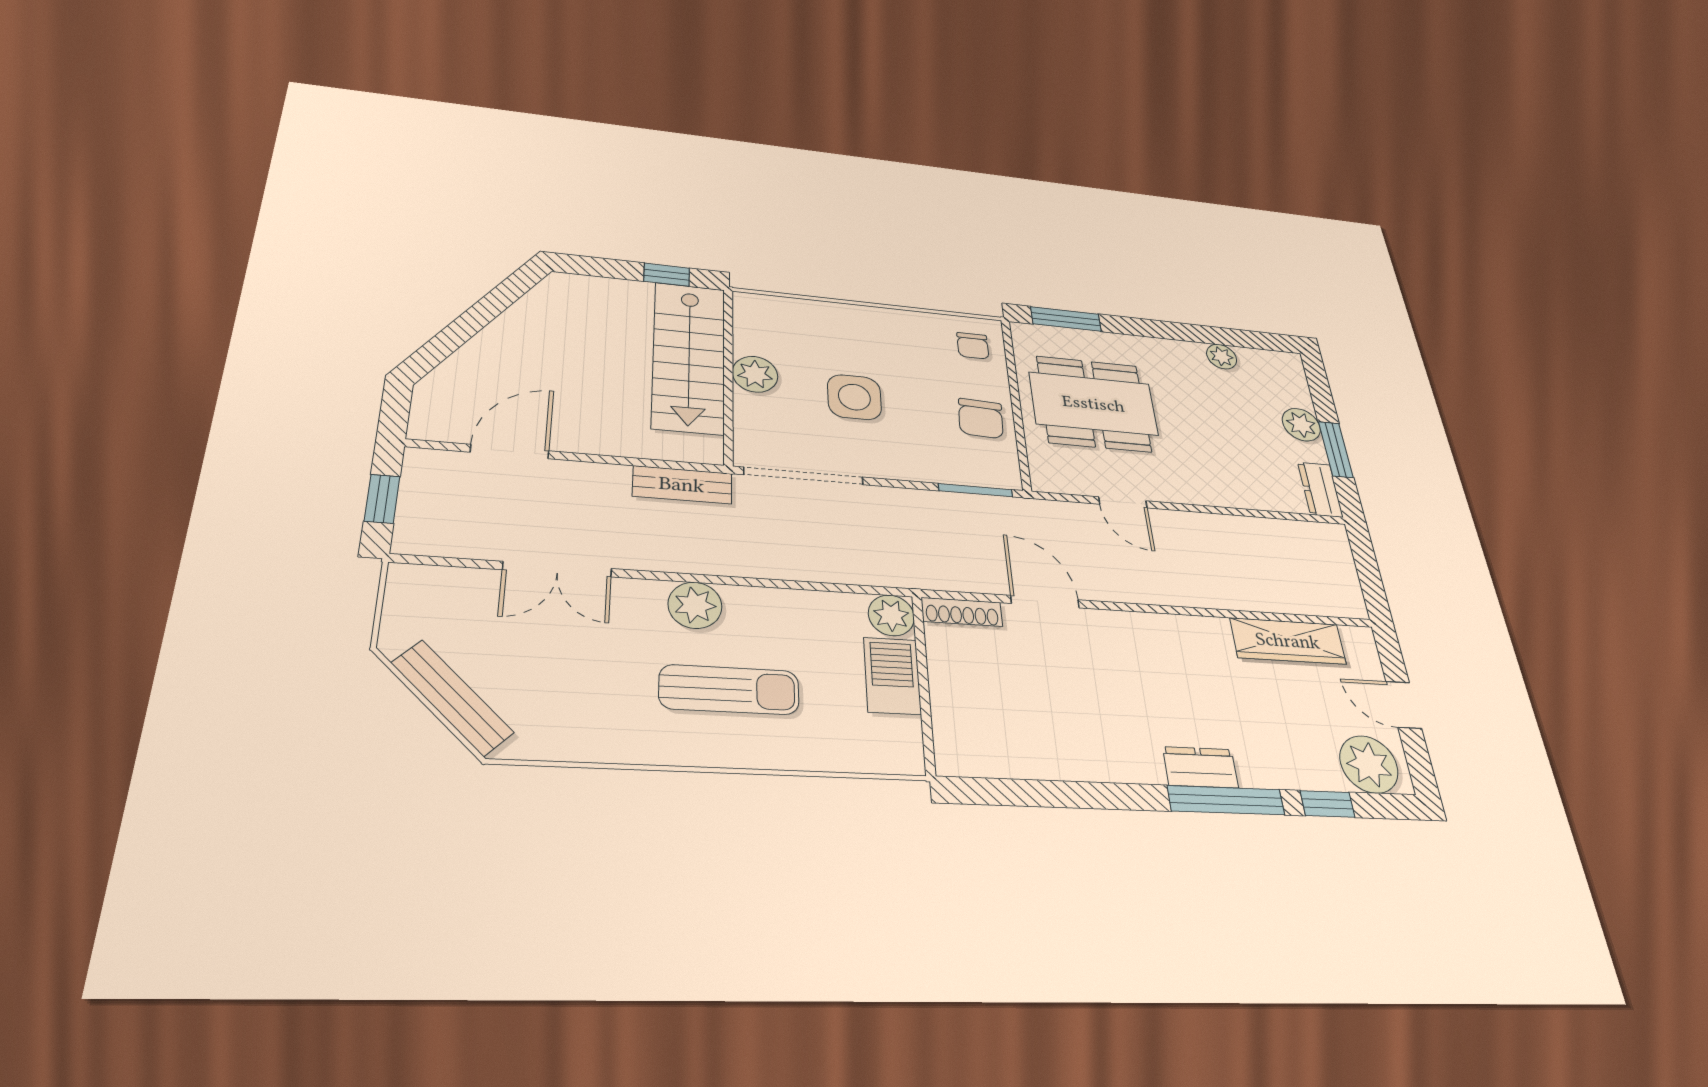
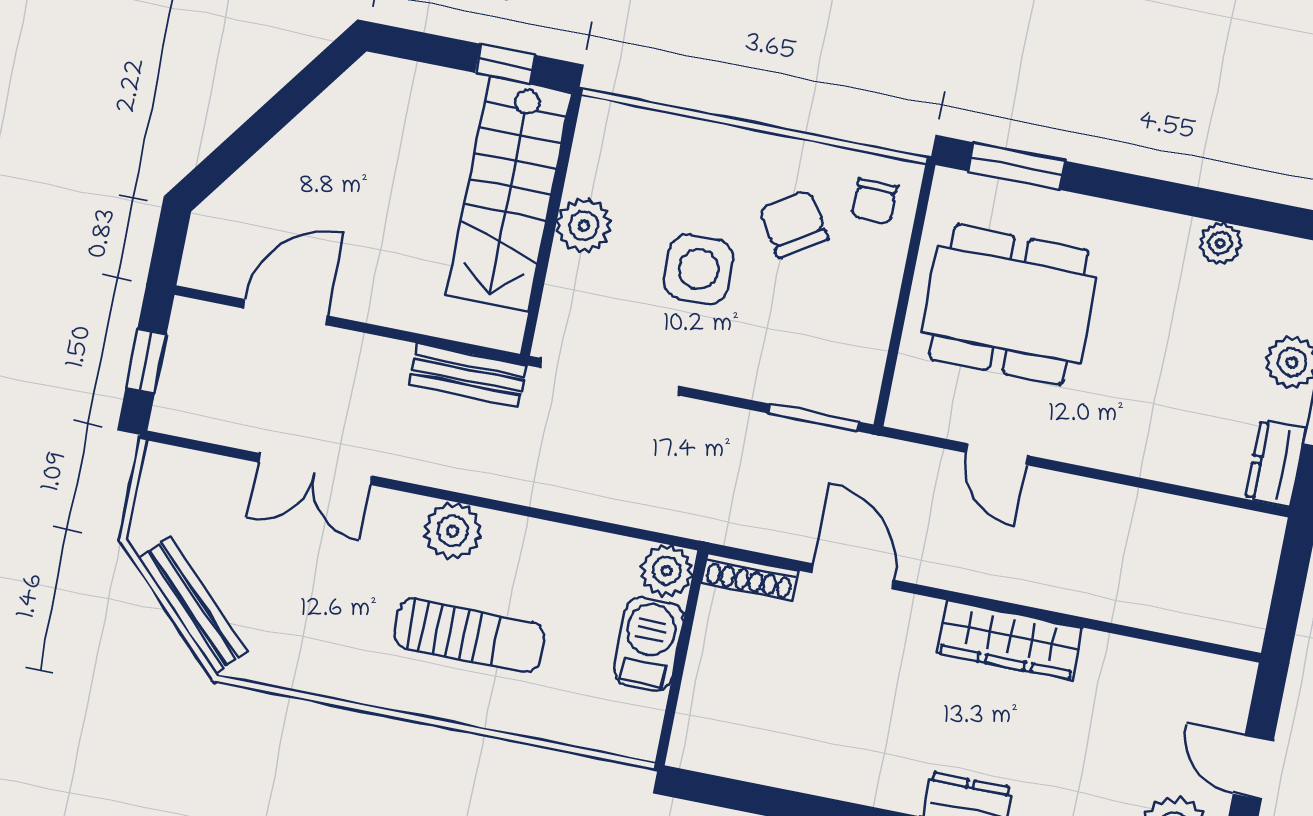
chair: (981, 418) -> (794, 224), moved, turned 144
wardrobe: (1288, 641) -> (1010, 640), moved

